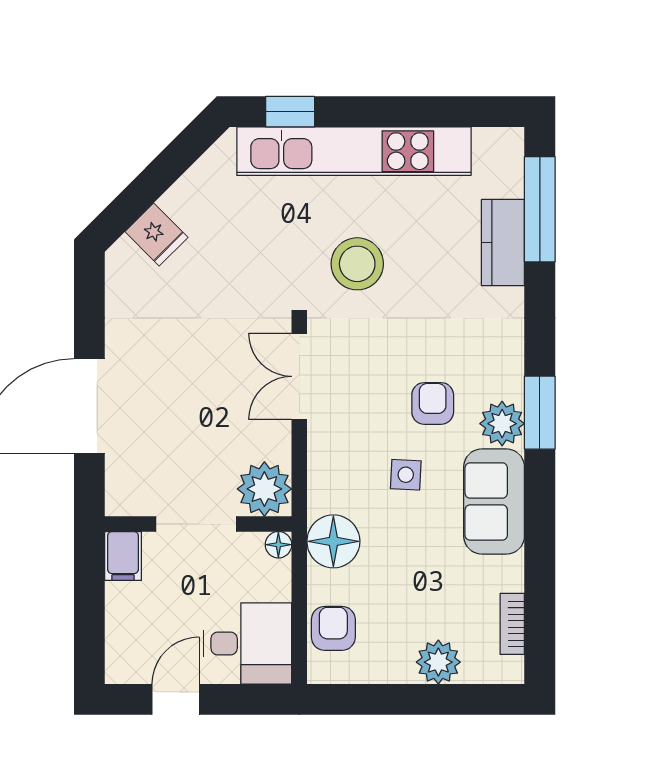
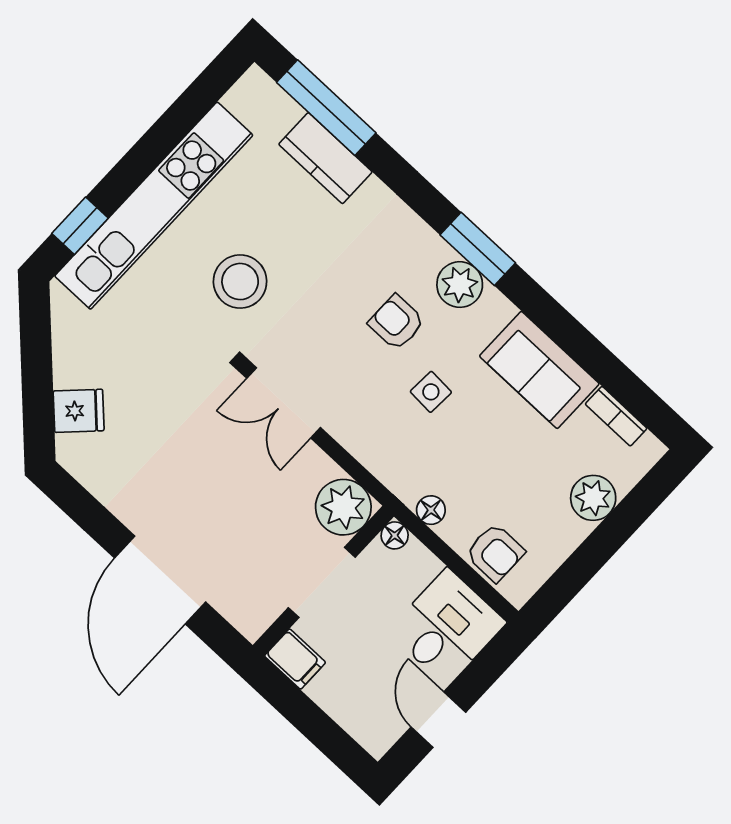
sofa: (494, 502) -> (539, 370), moved
floor lamp: (333, 541) -> (431, 510), width x0.53, depth x0.53
armchair: (333, 628) -> (495, 553), turned 180

